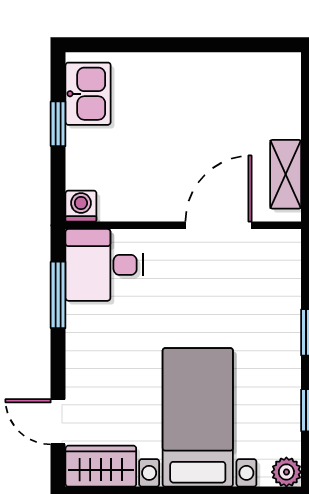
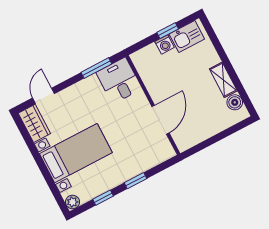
boiler: (259, 68) -> (235, 102), added
shelving: (286, 174) -> (223, 80), moved, turned 90
washing machine: (81, 206) -> (165, 44), moved, turned 90
door: (219, 225) -> (160, 120), hinge flipped

